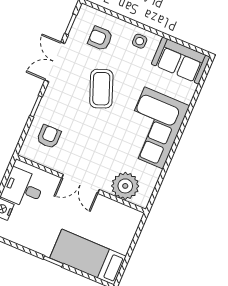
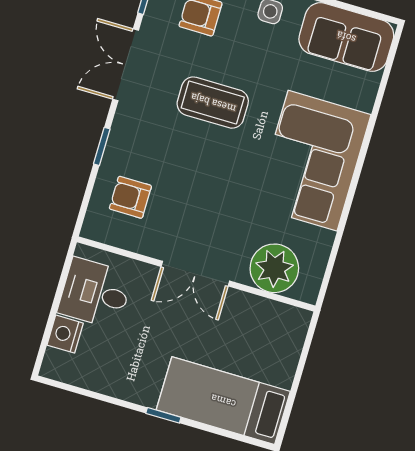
coffee table: (101, 89) -> (213, 103), turned -69
armchair: (49, 137) -> (130, 197), turned -90

